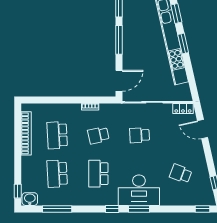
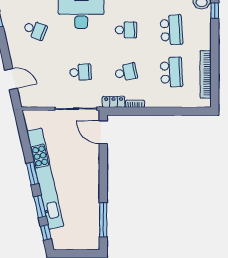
window: (119, 40) -> (103, 178), removed
door: (119, 81) -> (103, 132), hinge flipped
locker: (183, 108) -> (114, 102), moved
school desk: (98, 174) -> (126, 30), width x0.54

